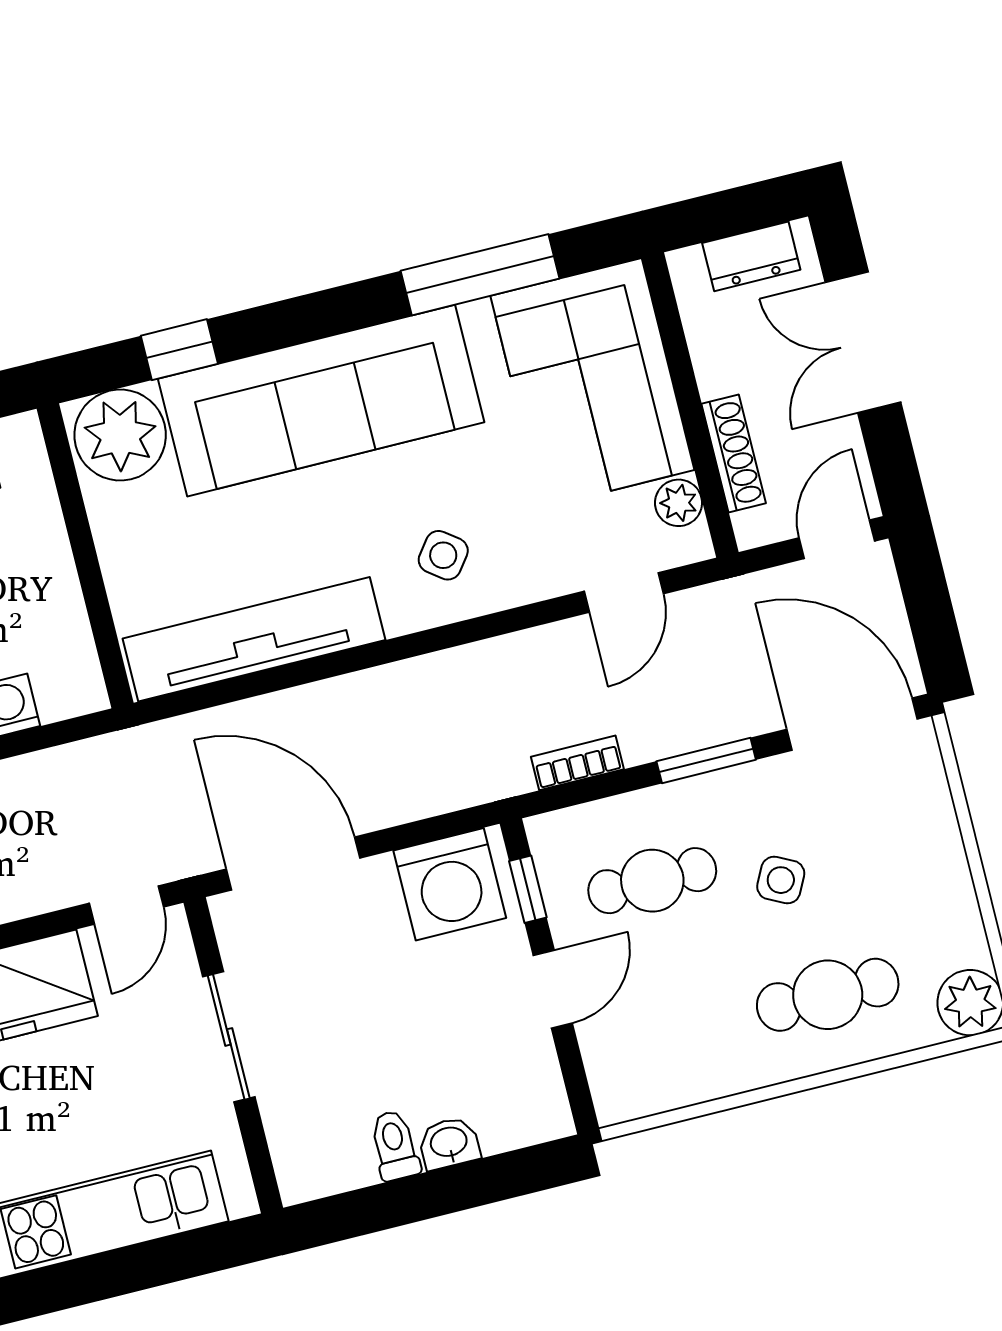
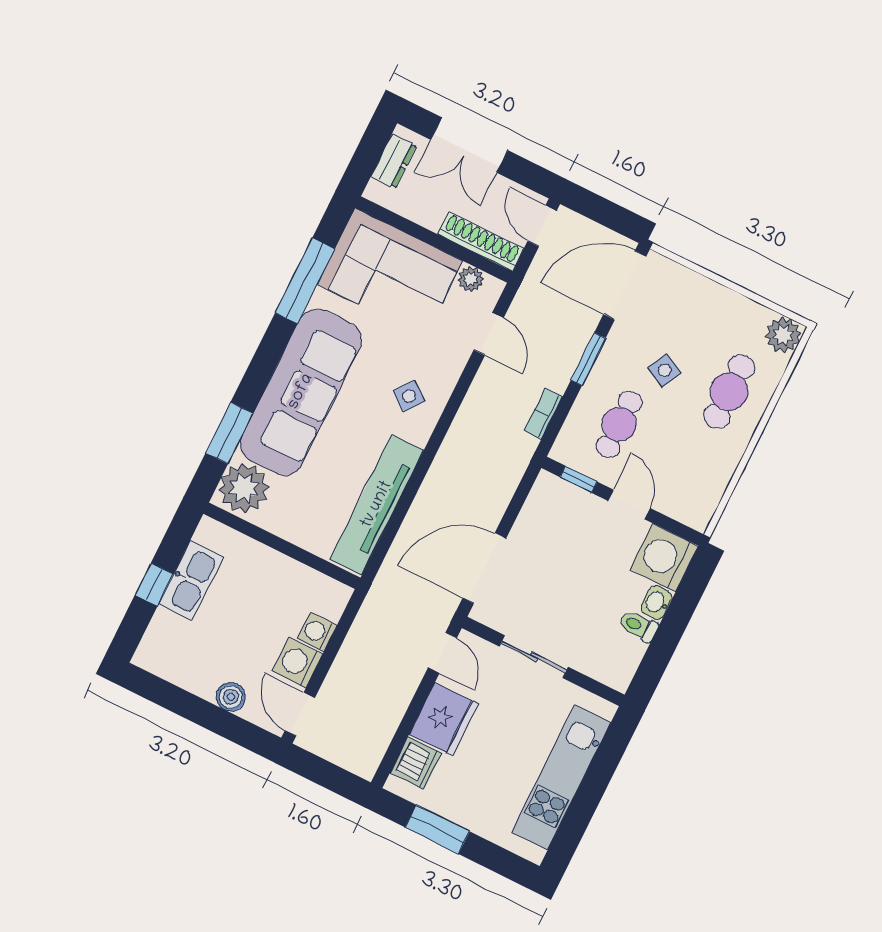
window: (179, 350) -> (229, 433), width x1.50
shoe rack: (734, 454) -> (481, 241), width x1.36, depth x1.24
washing machine: (450, 884) -> (664, 558), moved, turned 180

